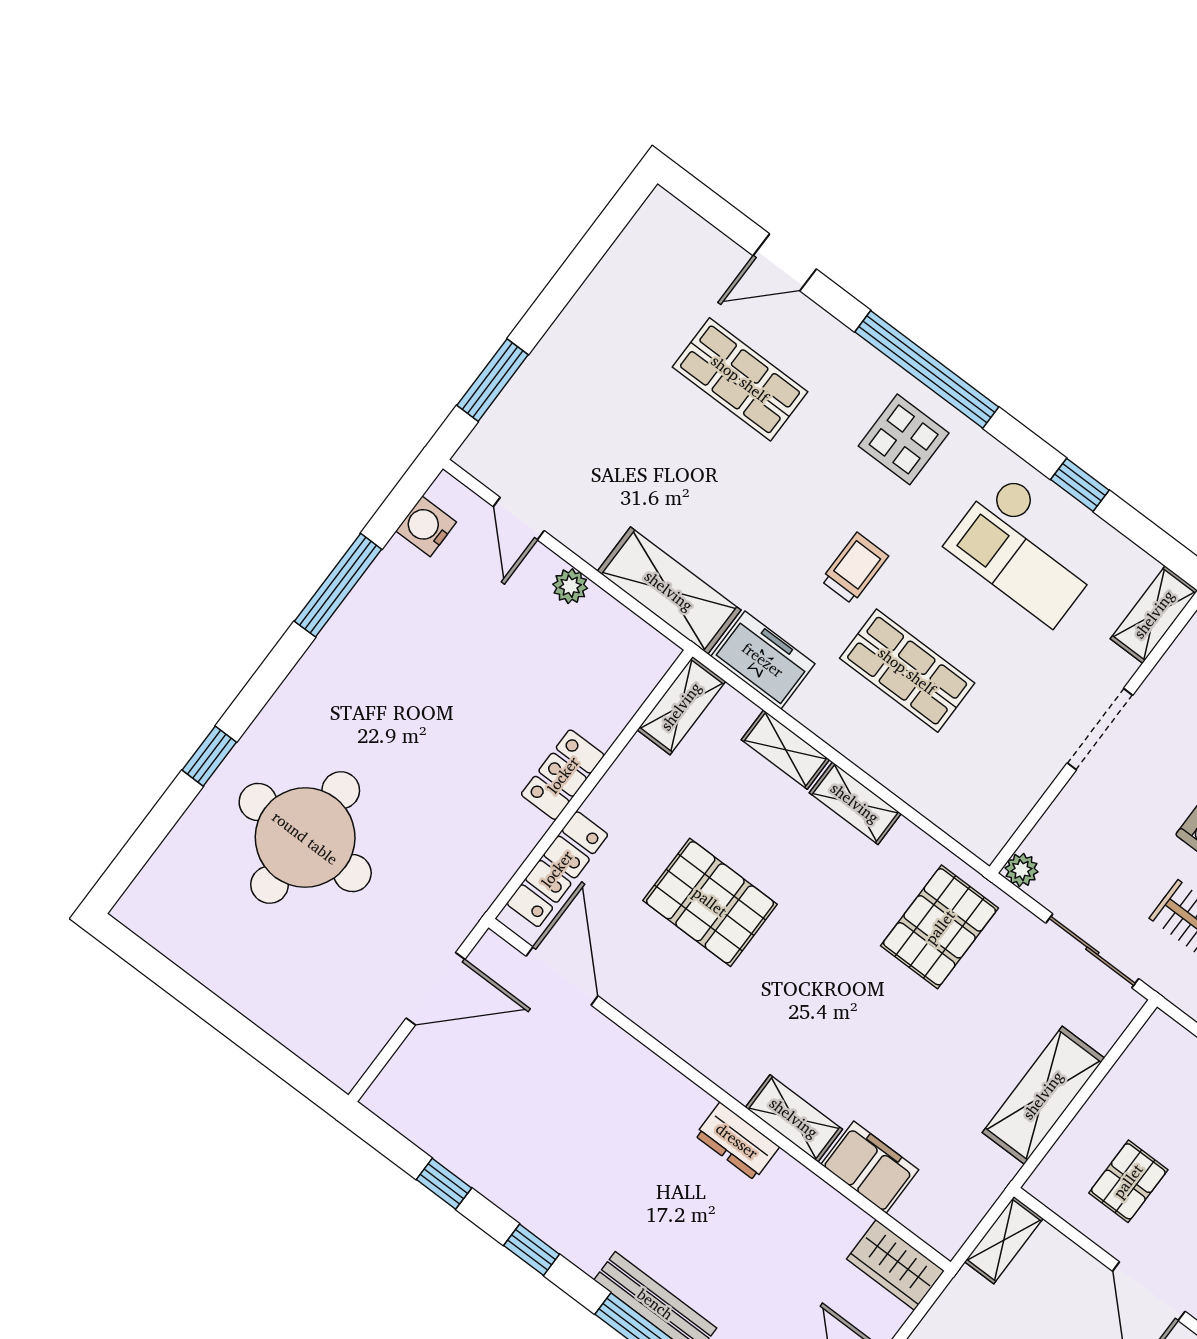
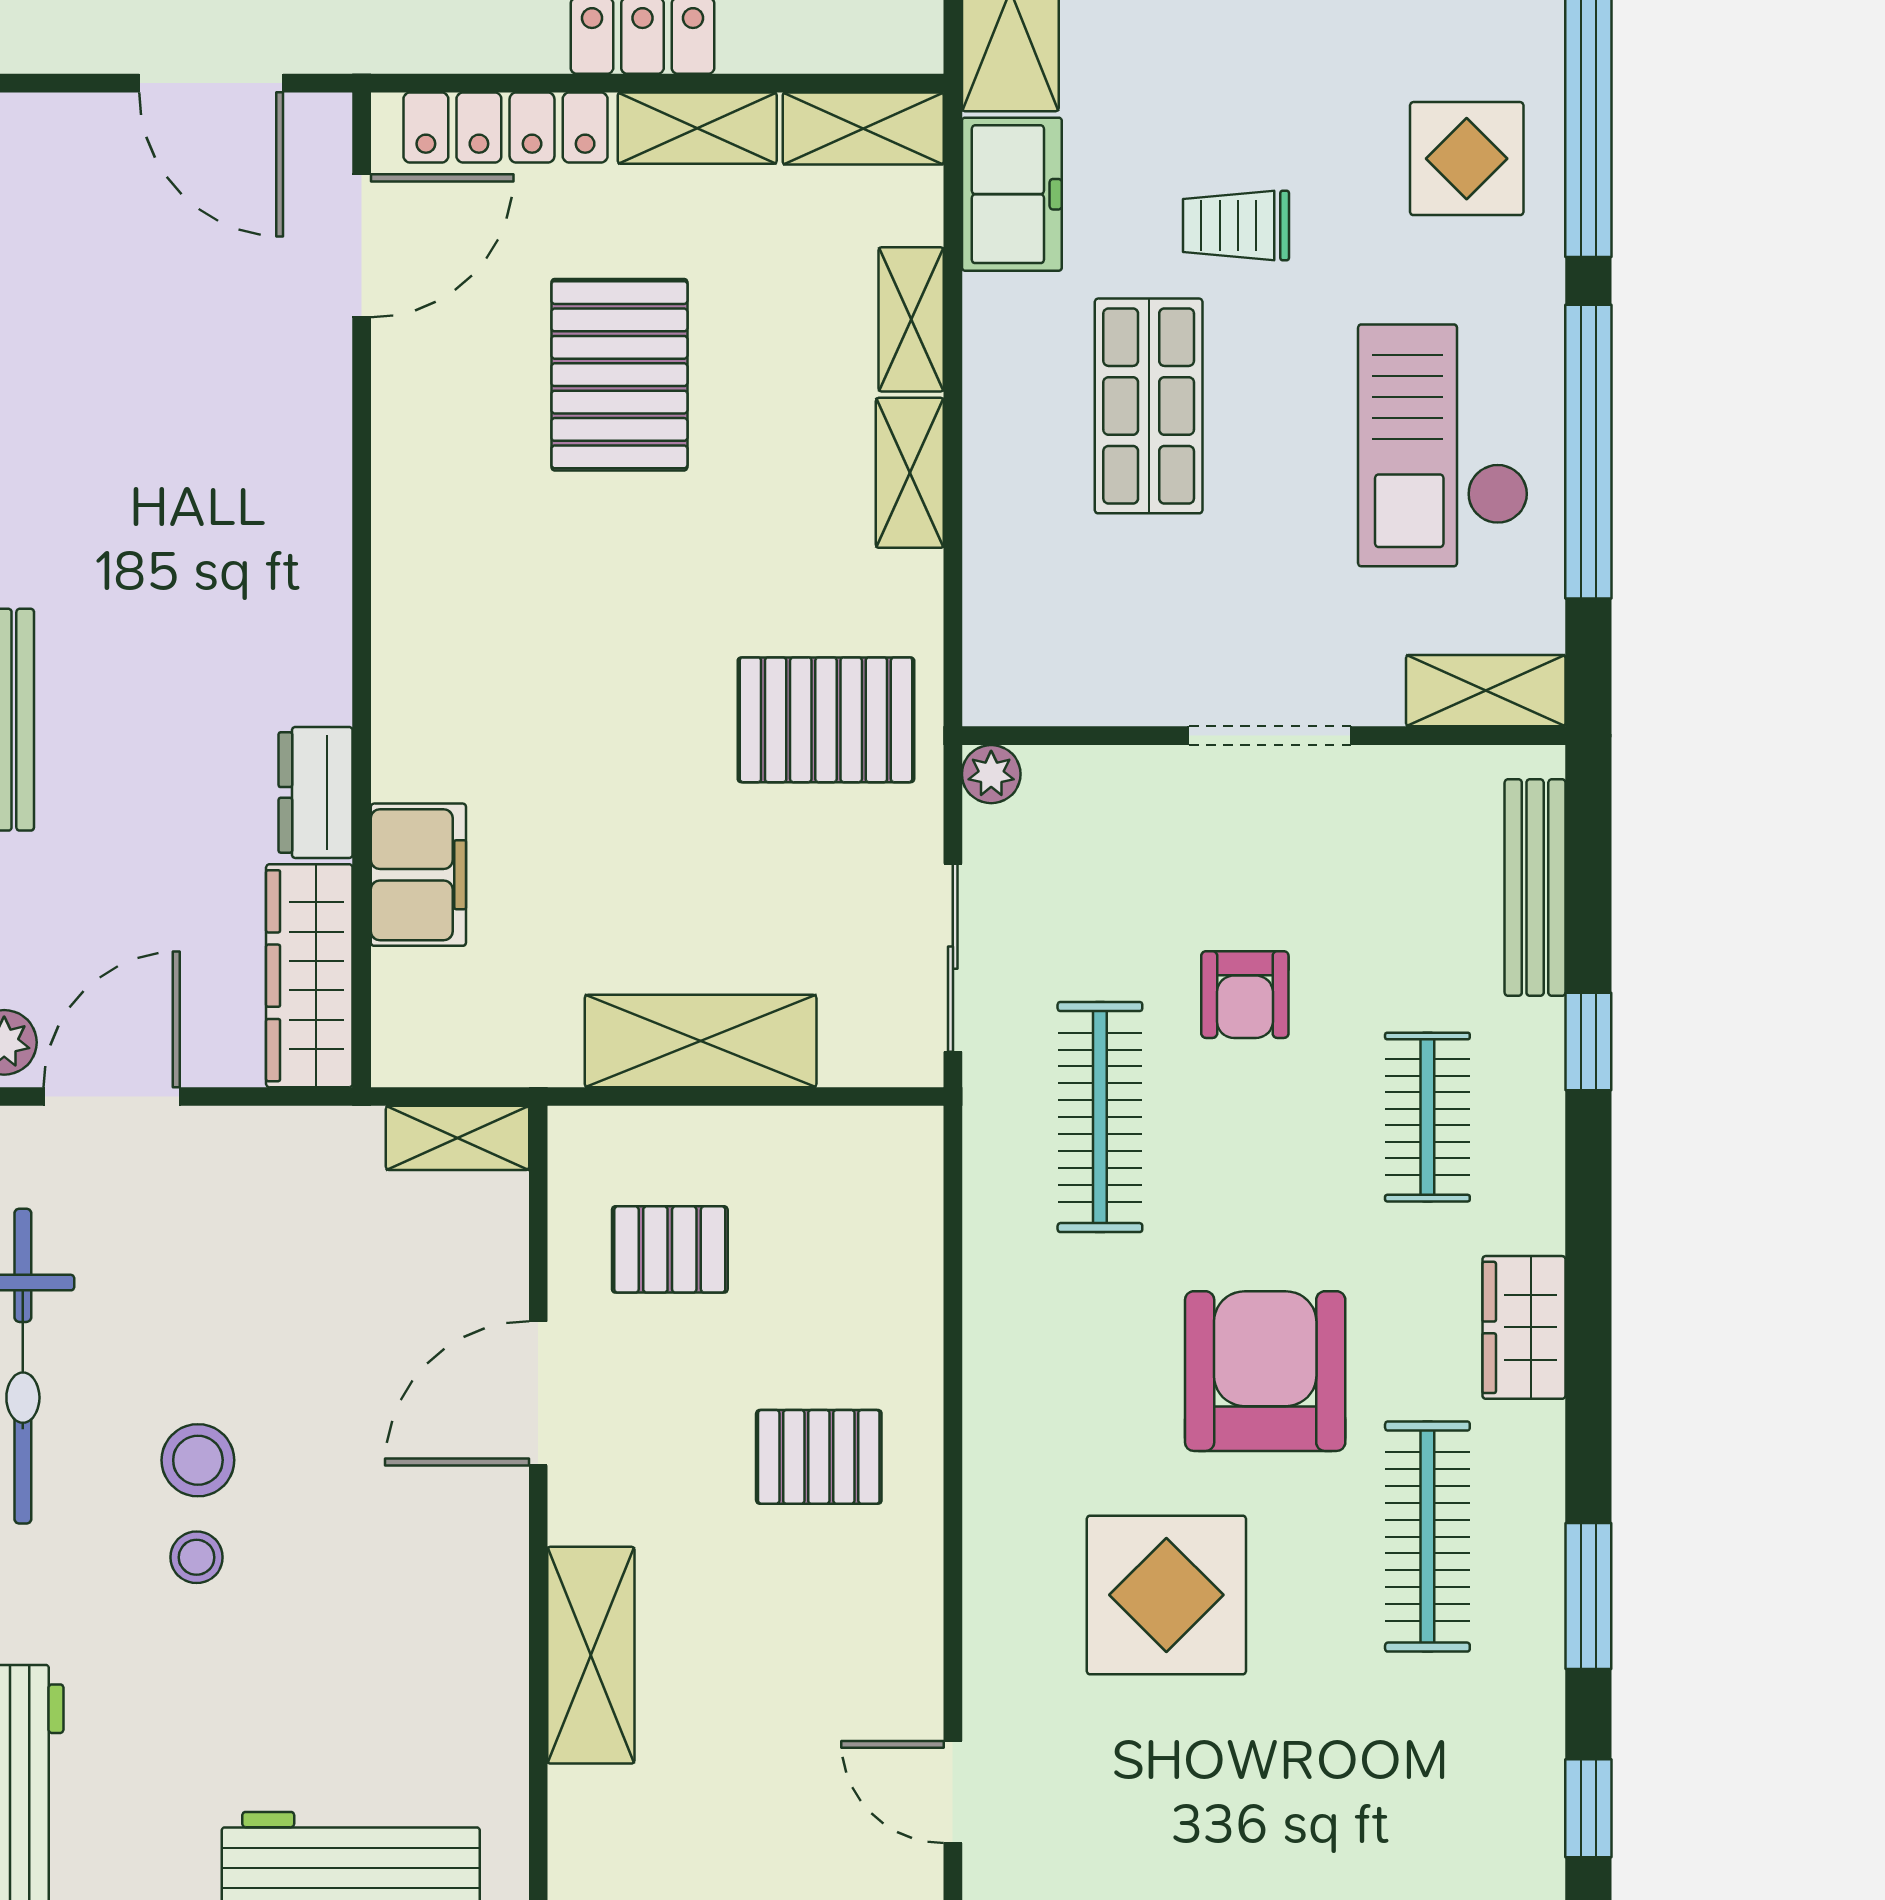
window: (1080, 485) -> (1588, 452), width x3.17
trolley: (855, 568) -> (1236, 226), turned 180
shelving: (794, 1118) -> (697, 128), moved, turned 90
dresser: (737, 1141) -> (316, 792), moved
wardrobe: (895, 1265) -> (309, 976), width x1.50

